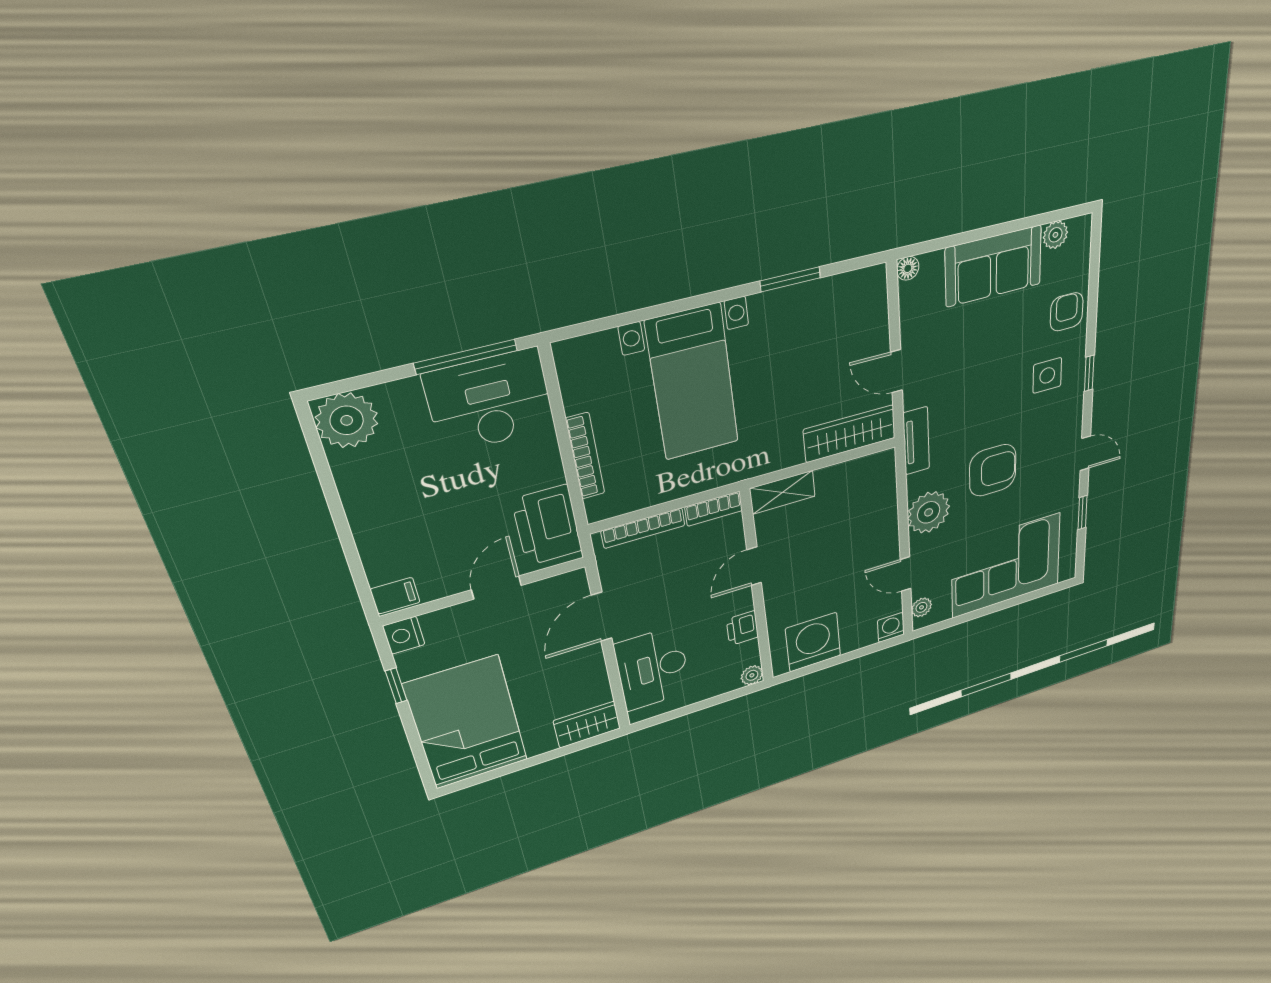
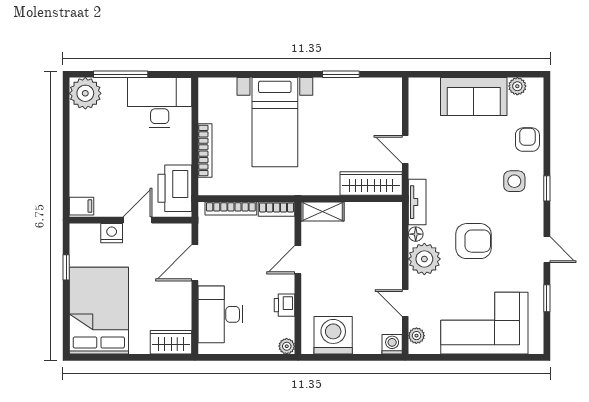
floor lamp: (908, 268) -> (416, 234), moved
window: (466, 357) -> (121, 74), moved
nightstand: (404, 635) -> (112, 233), moved, turned 90

